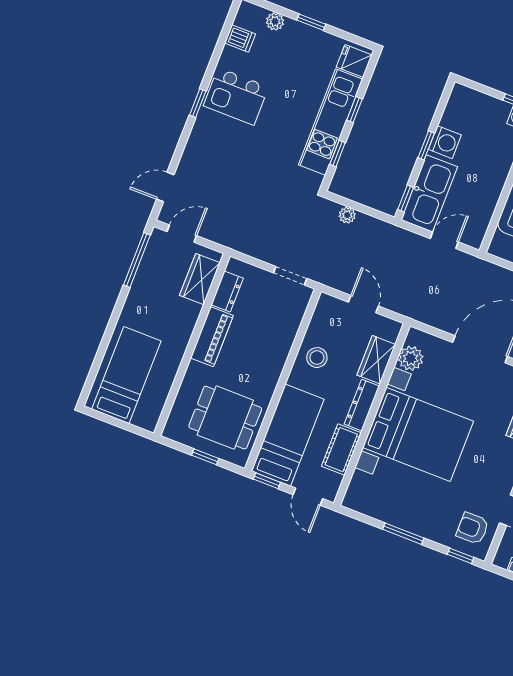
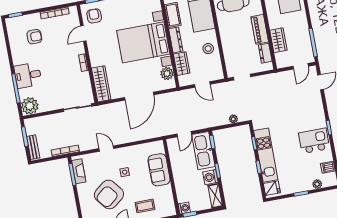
shelving: (456, 106) -> (215, 196), added
wardrobe: (200, 279) -> (278, 40), moved
armchair: (473, 528) -> (94, 16), turned -90

